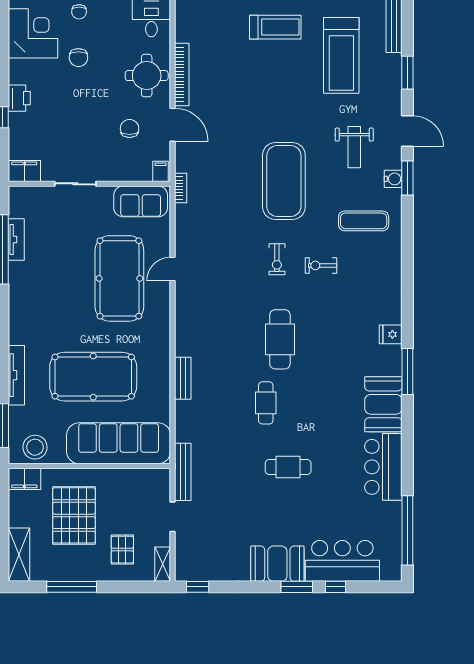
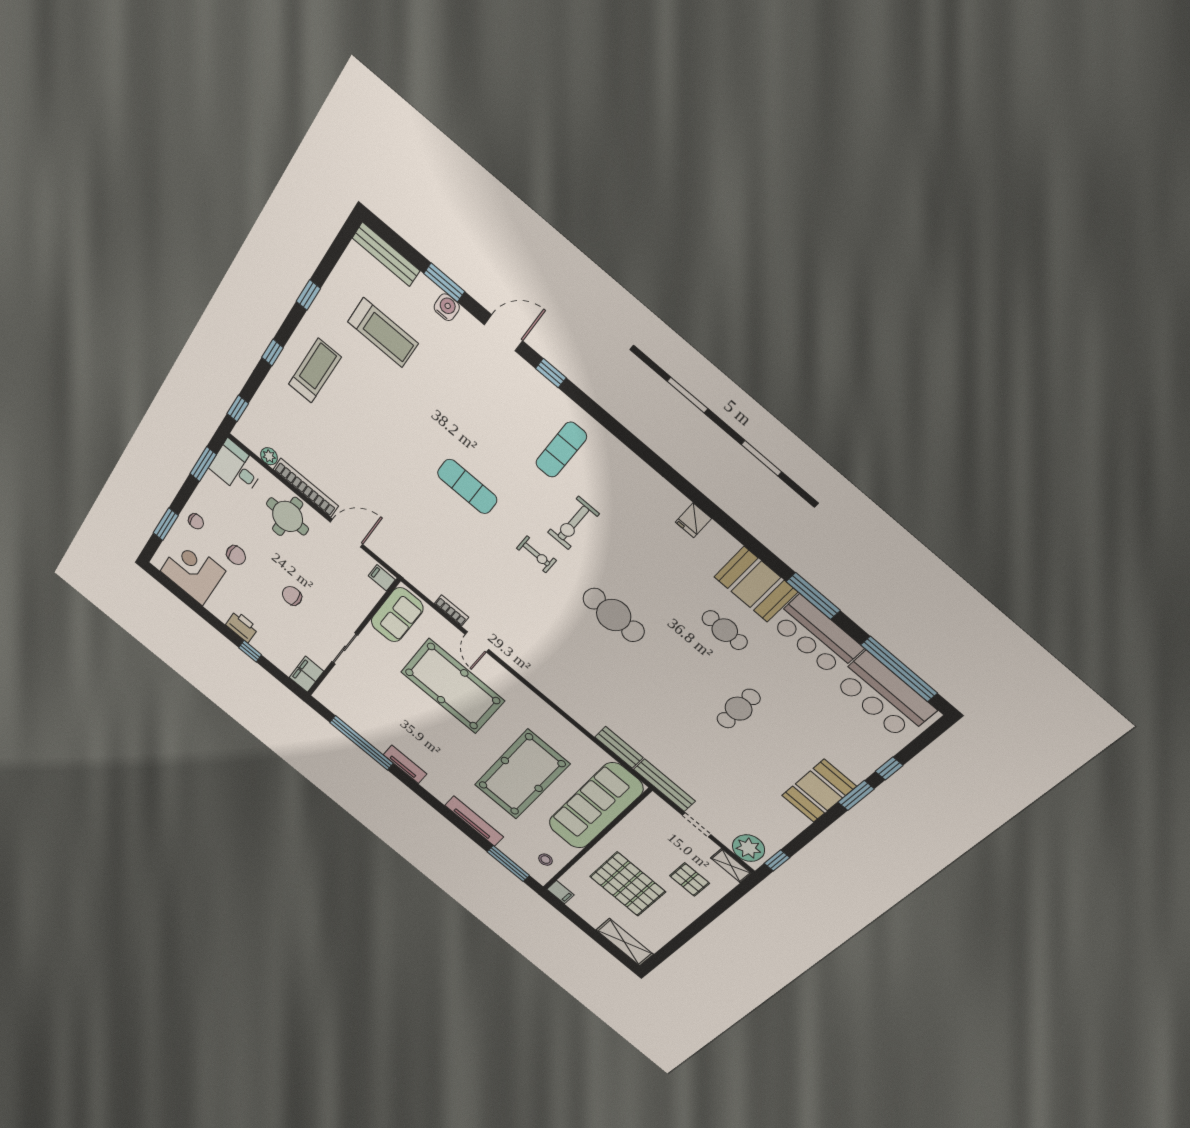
plant: (182, 34) -> (269, 456), added
treadmill: (341, 55) -> (383, 333), width x0.73, depth x0.73
chair: (130, 129) -> (292, 596), moved
weight bench: (354, 147) -> (482, 397), removed
window: (407, 178) -> (551, 373), width x0.67
water cooler: (393, 179) -> (447, 307), moved
exercise mat: (284, 181) -> (467, 487), width x0.50, depth x0.69
bookcase: (181, 188) -> (451, 610), moved
tv unit: (16, 240) -> (405, 764), moved
exercise bike: (321, 265) -> (573, 523), width x1.38, depth x1.39
window: (407, 371) -> (813, 596), moved
bench: (183, 378) -> (619, 747), moved
cafe table: (266, 403) -> (725, 630), moved
stool: (35, 447) -> (546, 860), width x0.53, depth x0.53
filing cabinet: (24, 479) -> (560, 892), width x0.50
bar counter: (342, 561) -> (884, 696), moved, turned -90
plant: (189, 562) -> (748, 848), added
window: (72, 587) -> (686, 935), removed

